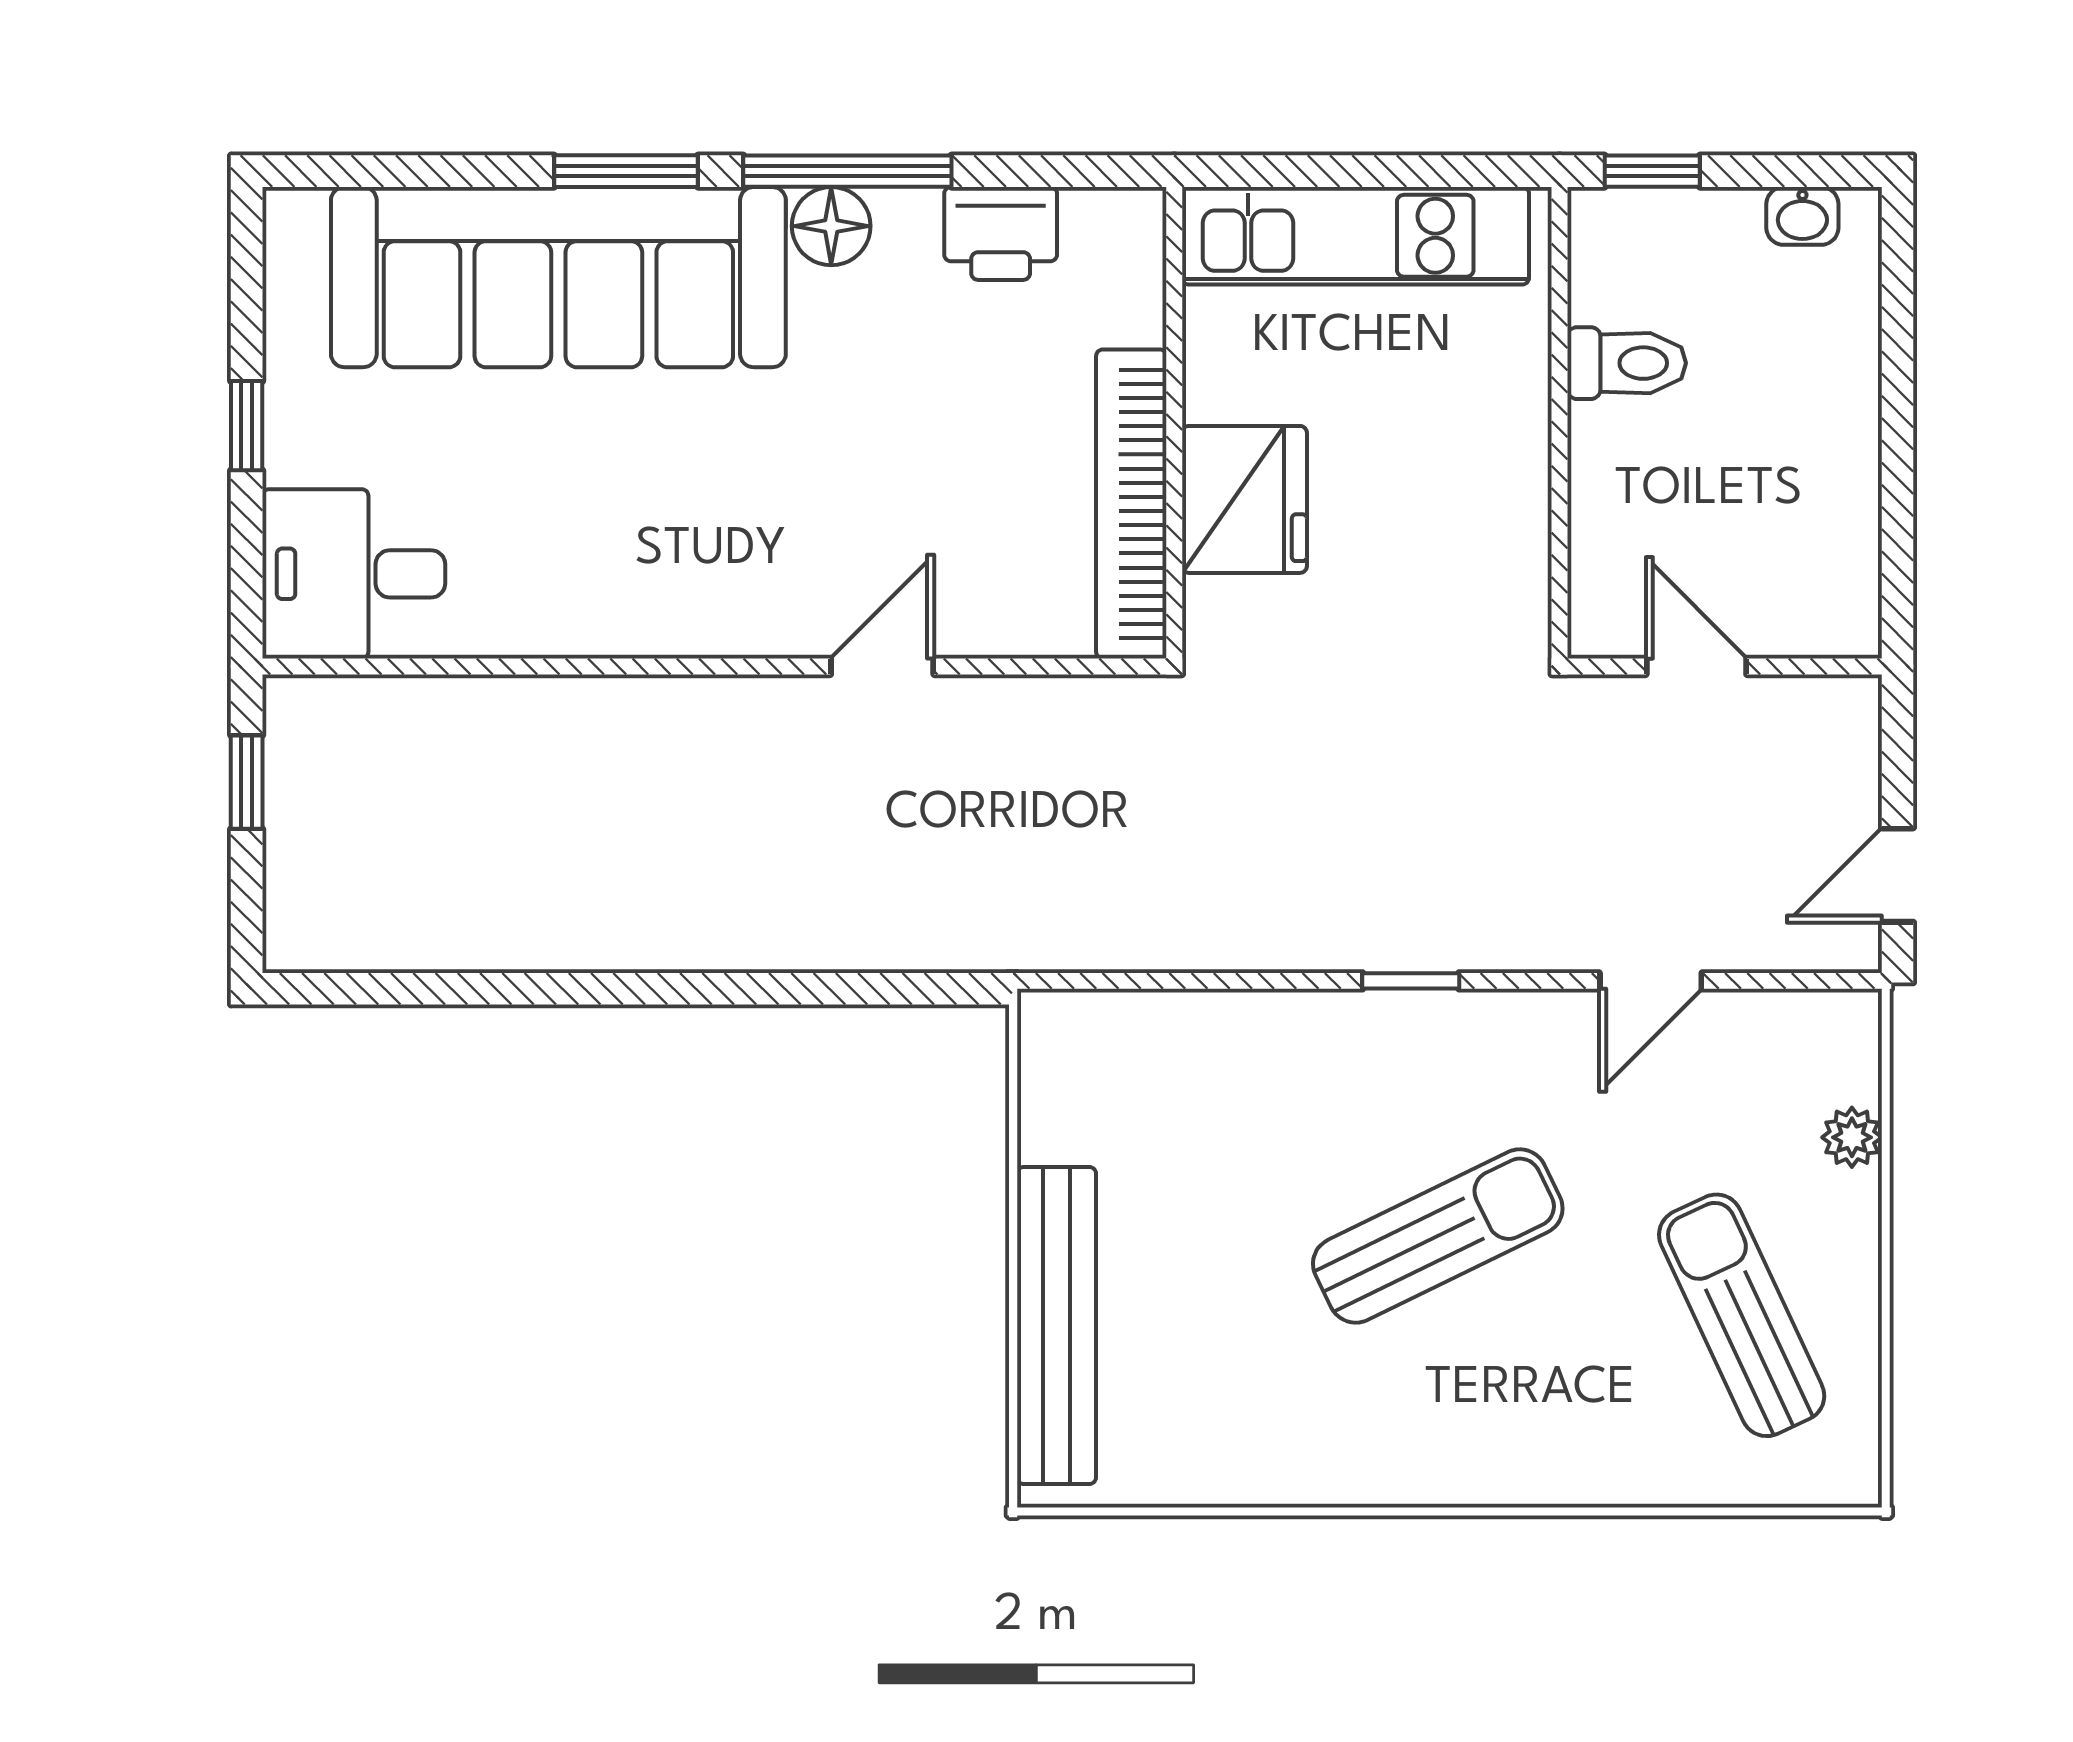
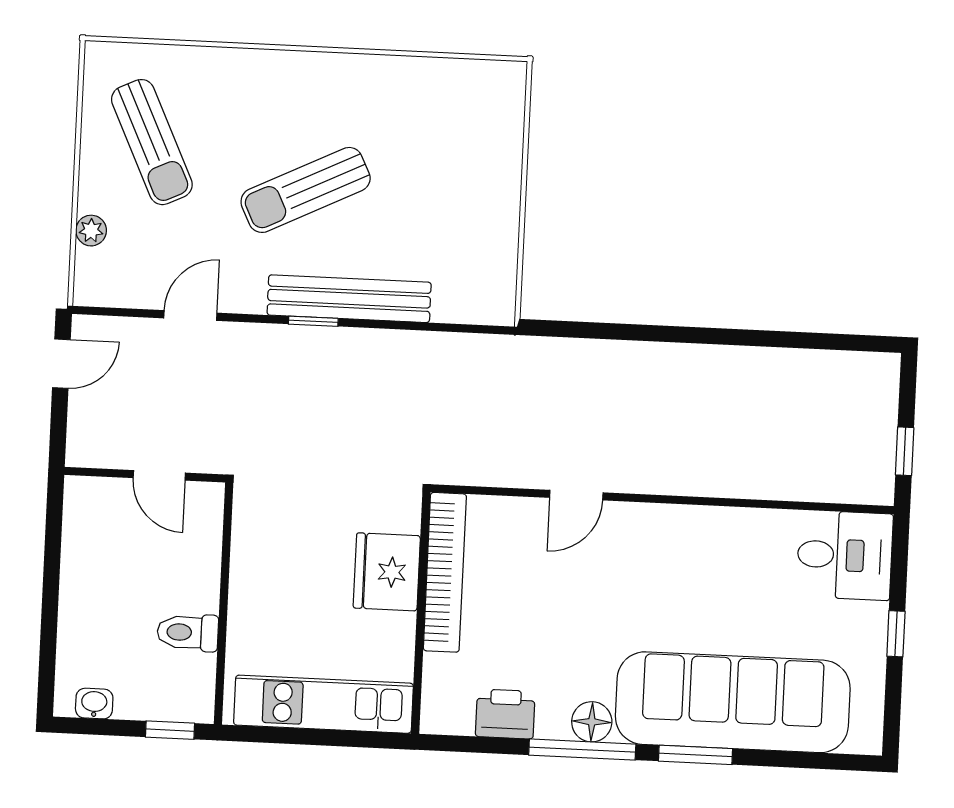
bench: (1057, 1325) -> (349, 299), moved, turned 90

